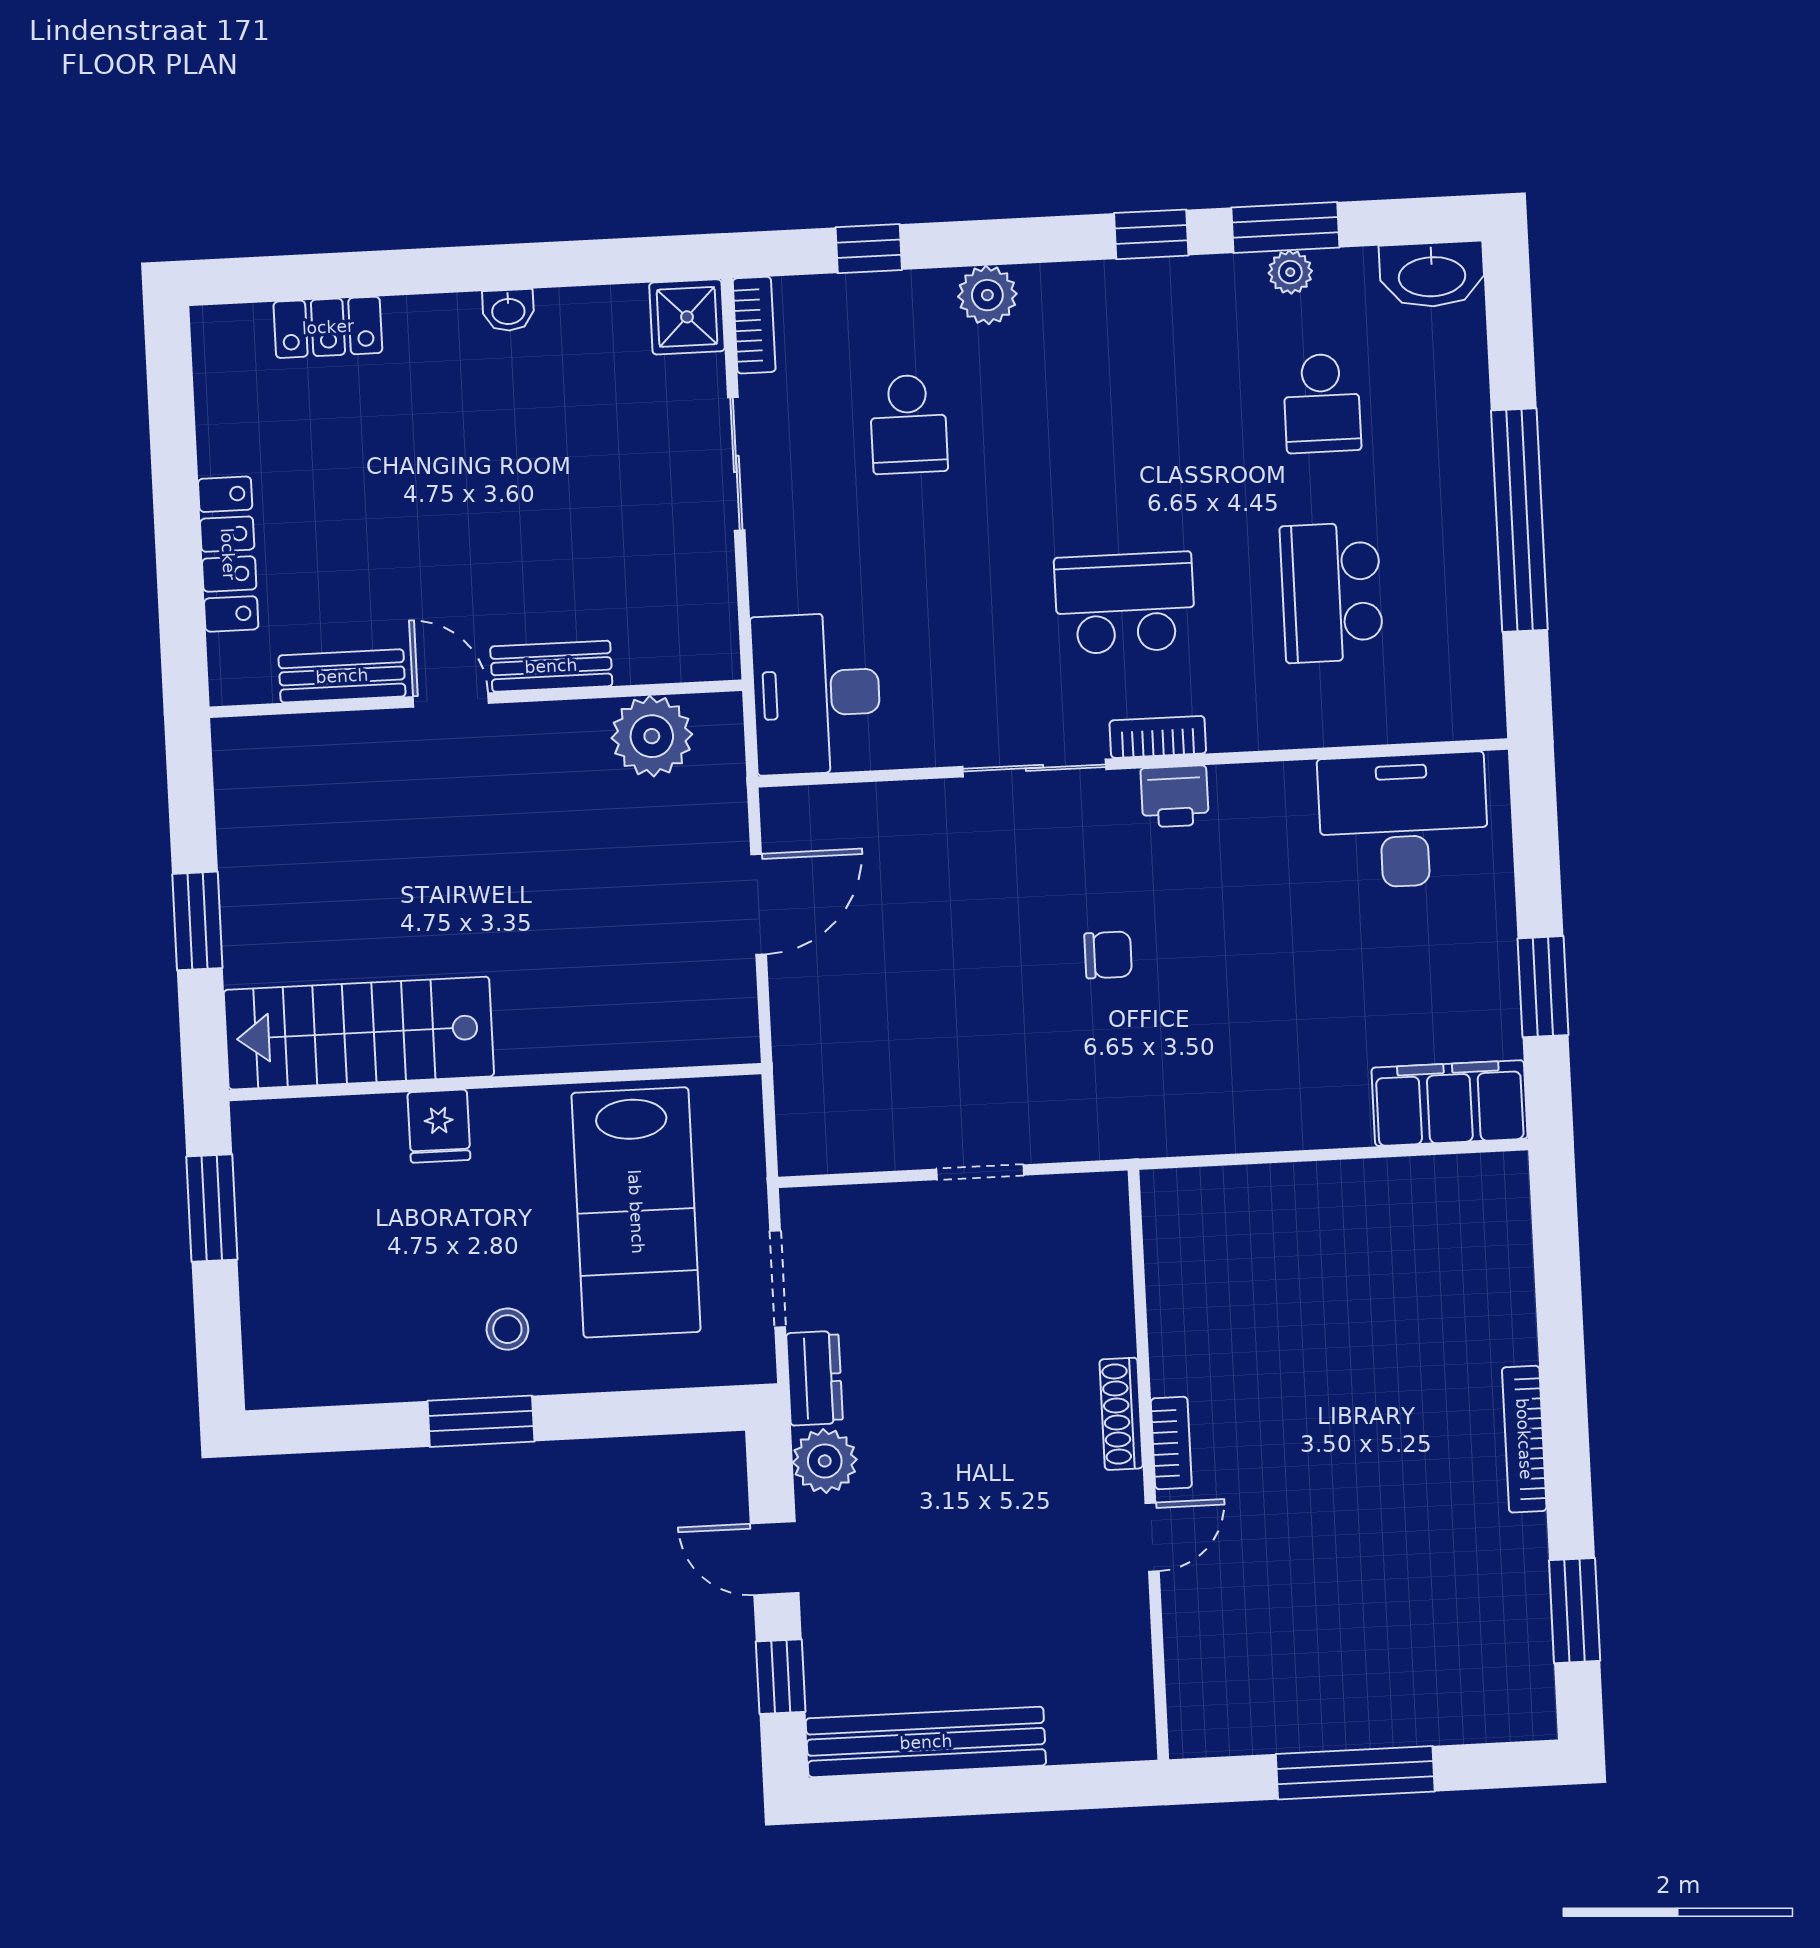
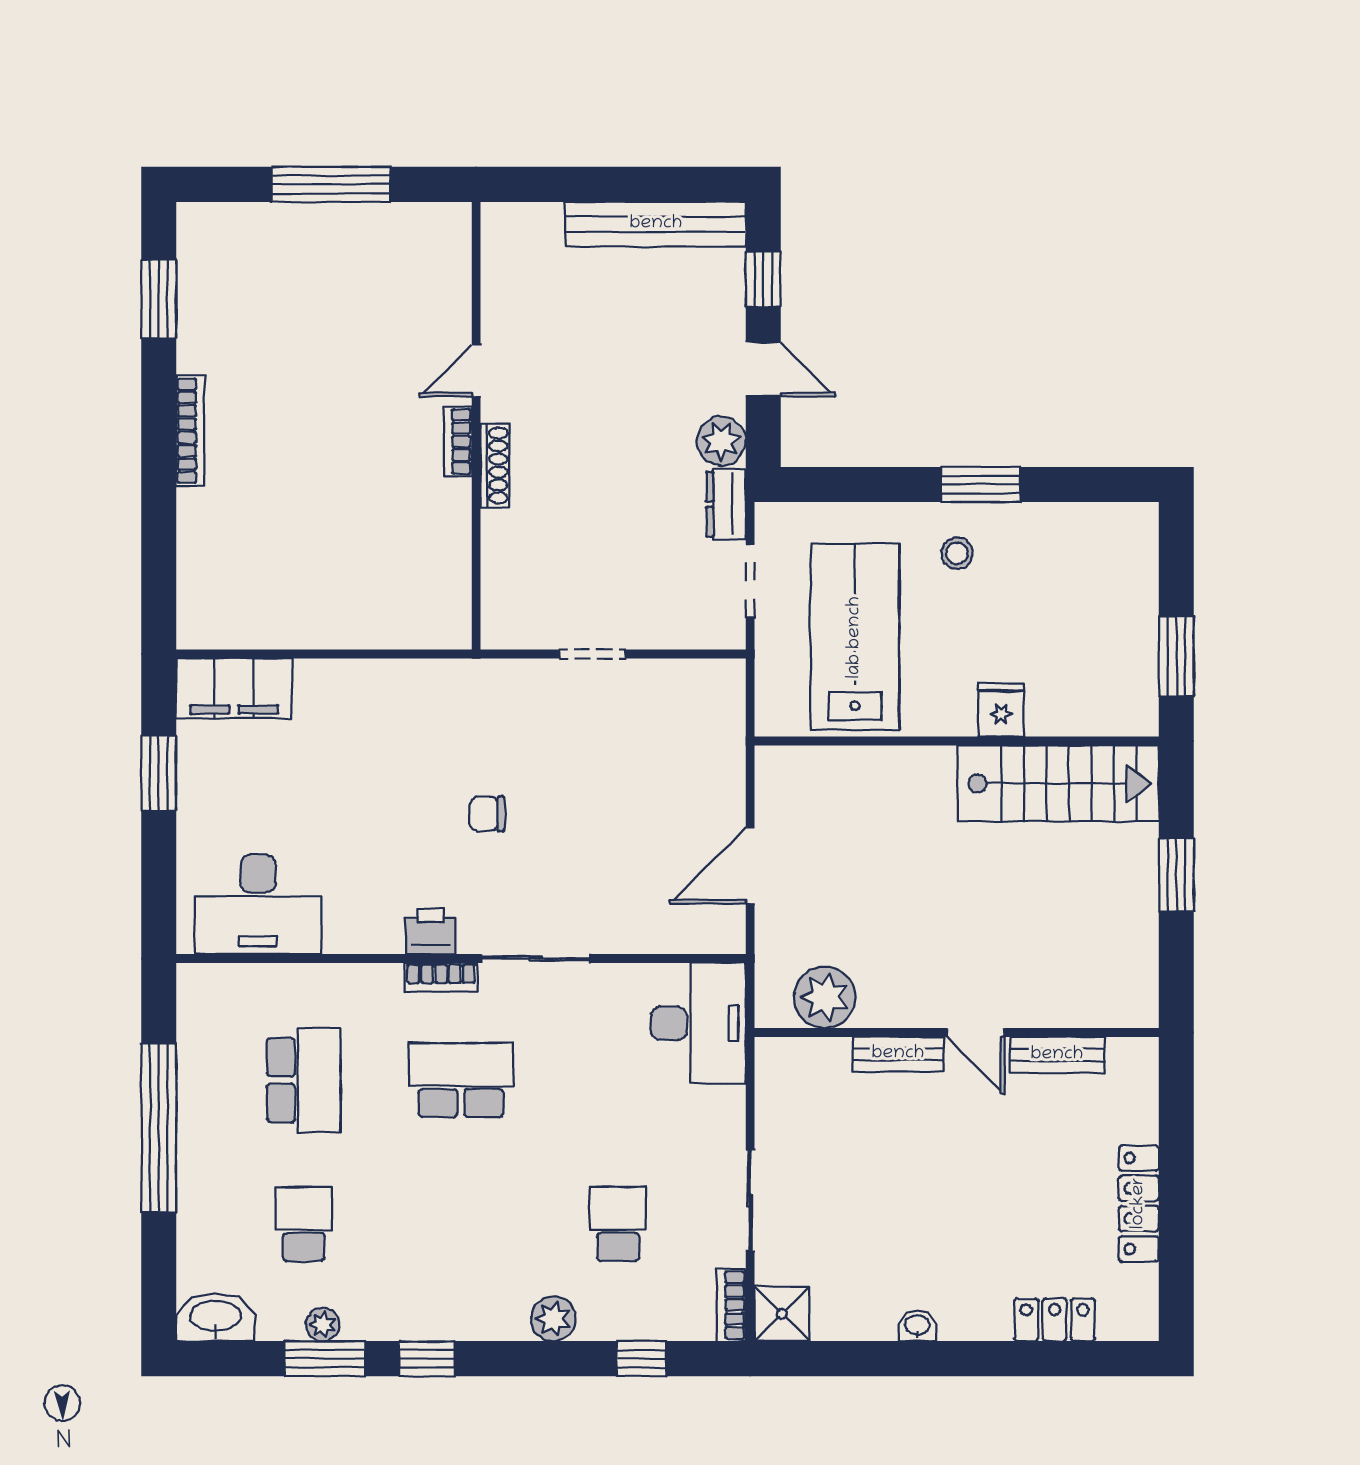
locker: (228, 554) -> (1139, 1203), moved
school desk: (1125, 603) -> (461, 1080), turned 180

